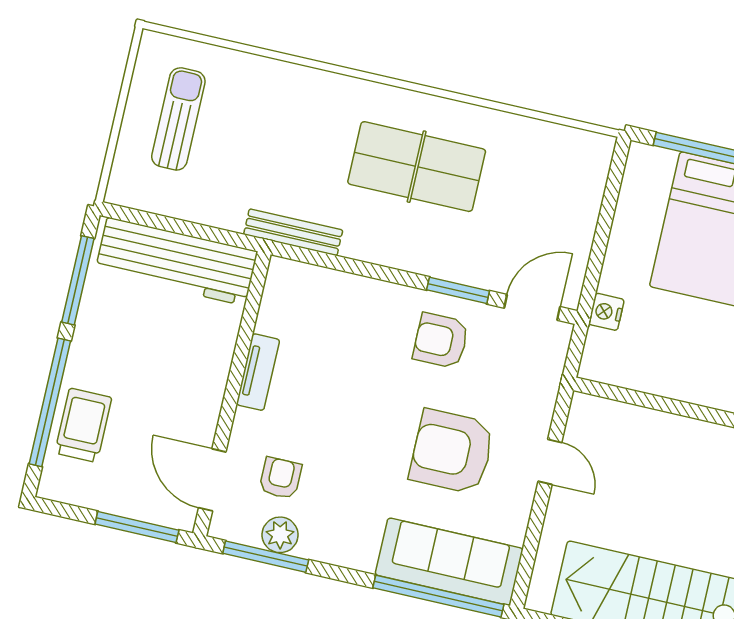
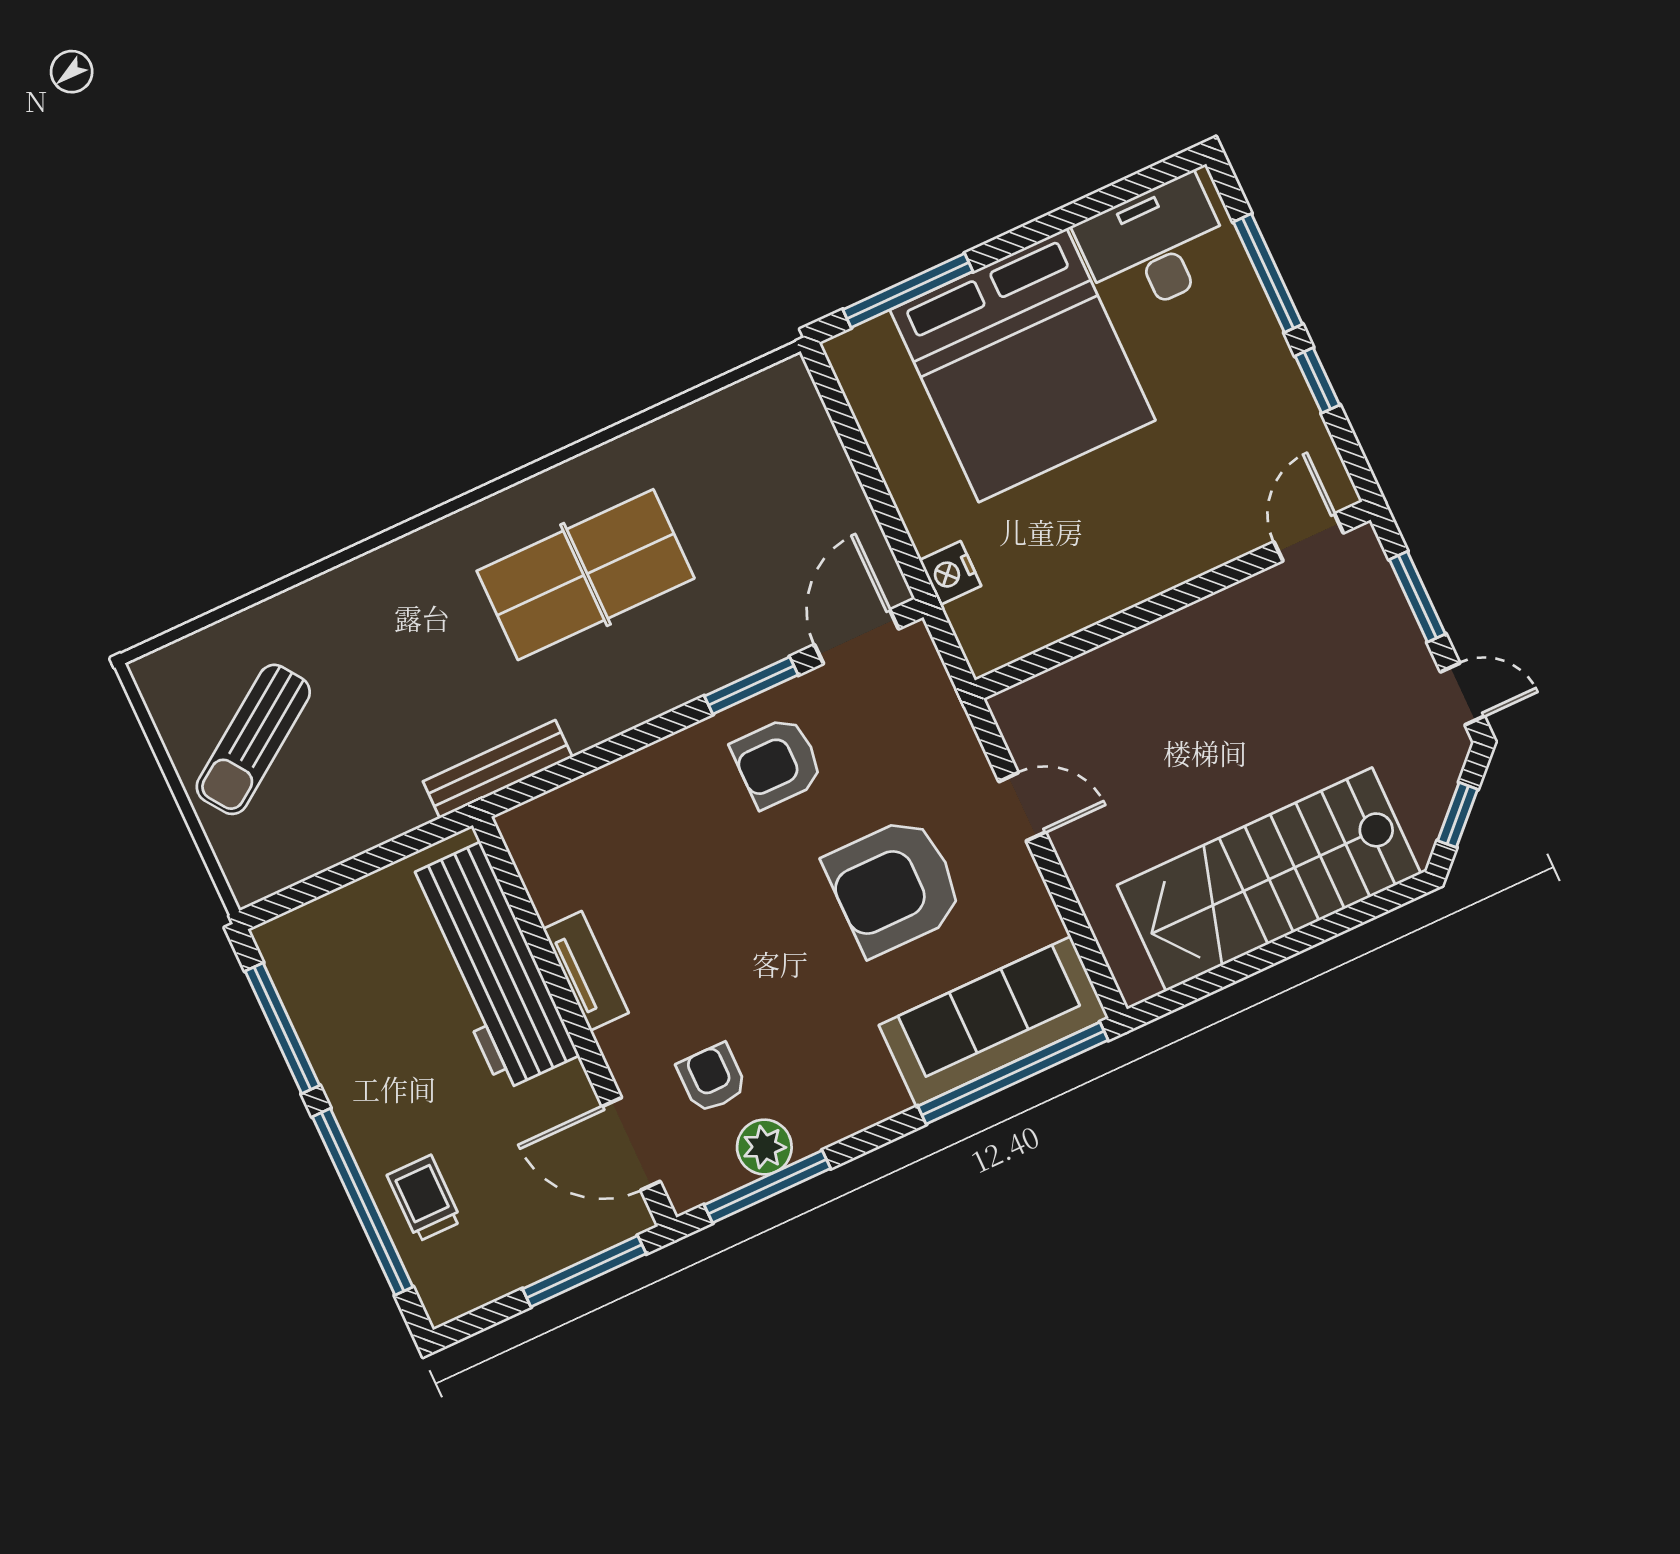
sun lounger: (178, 119) -> (253, 739), turned -125
workbench: (176, 261) -> (491, 967), moved, turned 90
trolley: (83, 425) -> (424, 1198), width x0.73, depth x0.72

